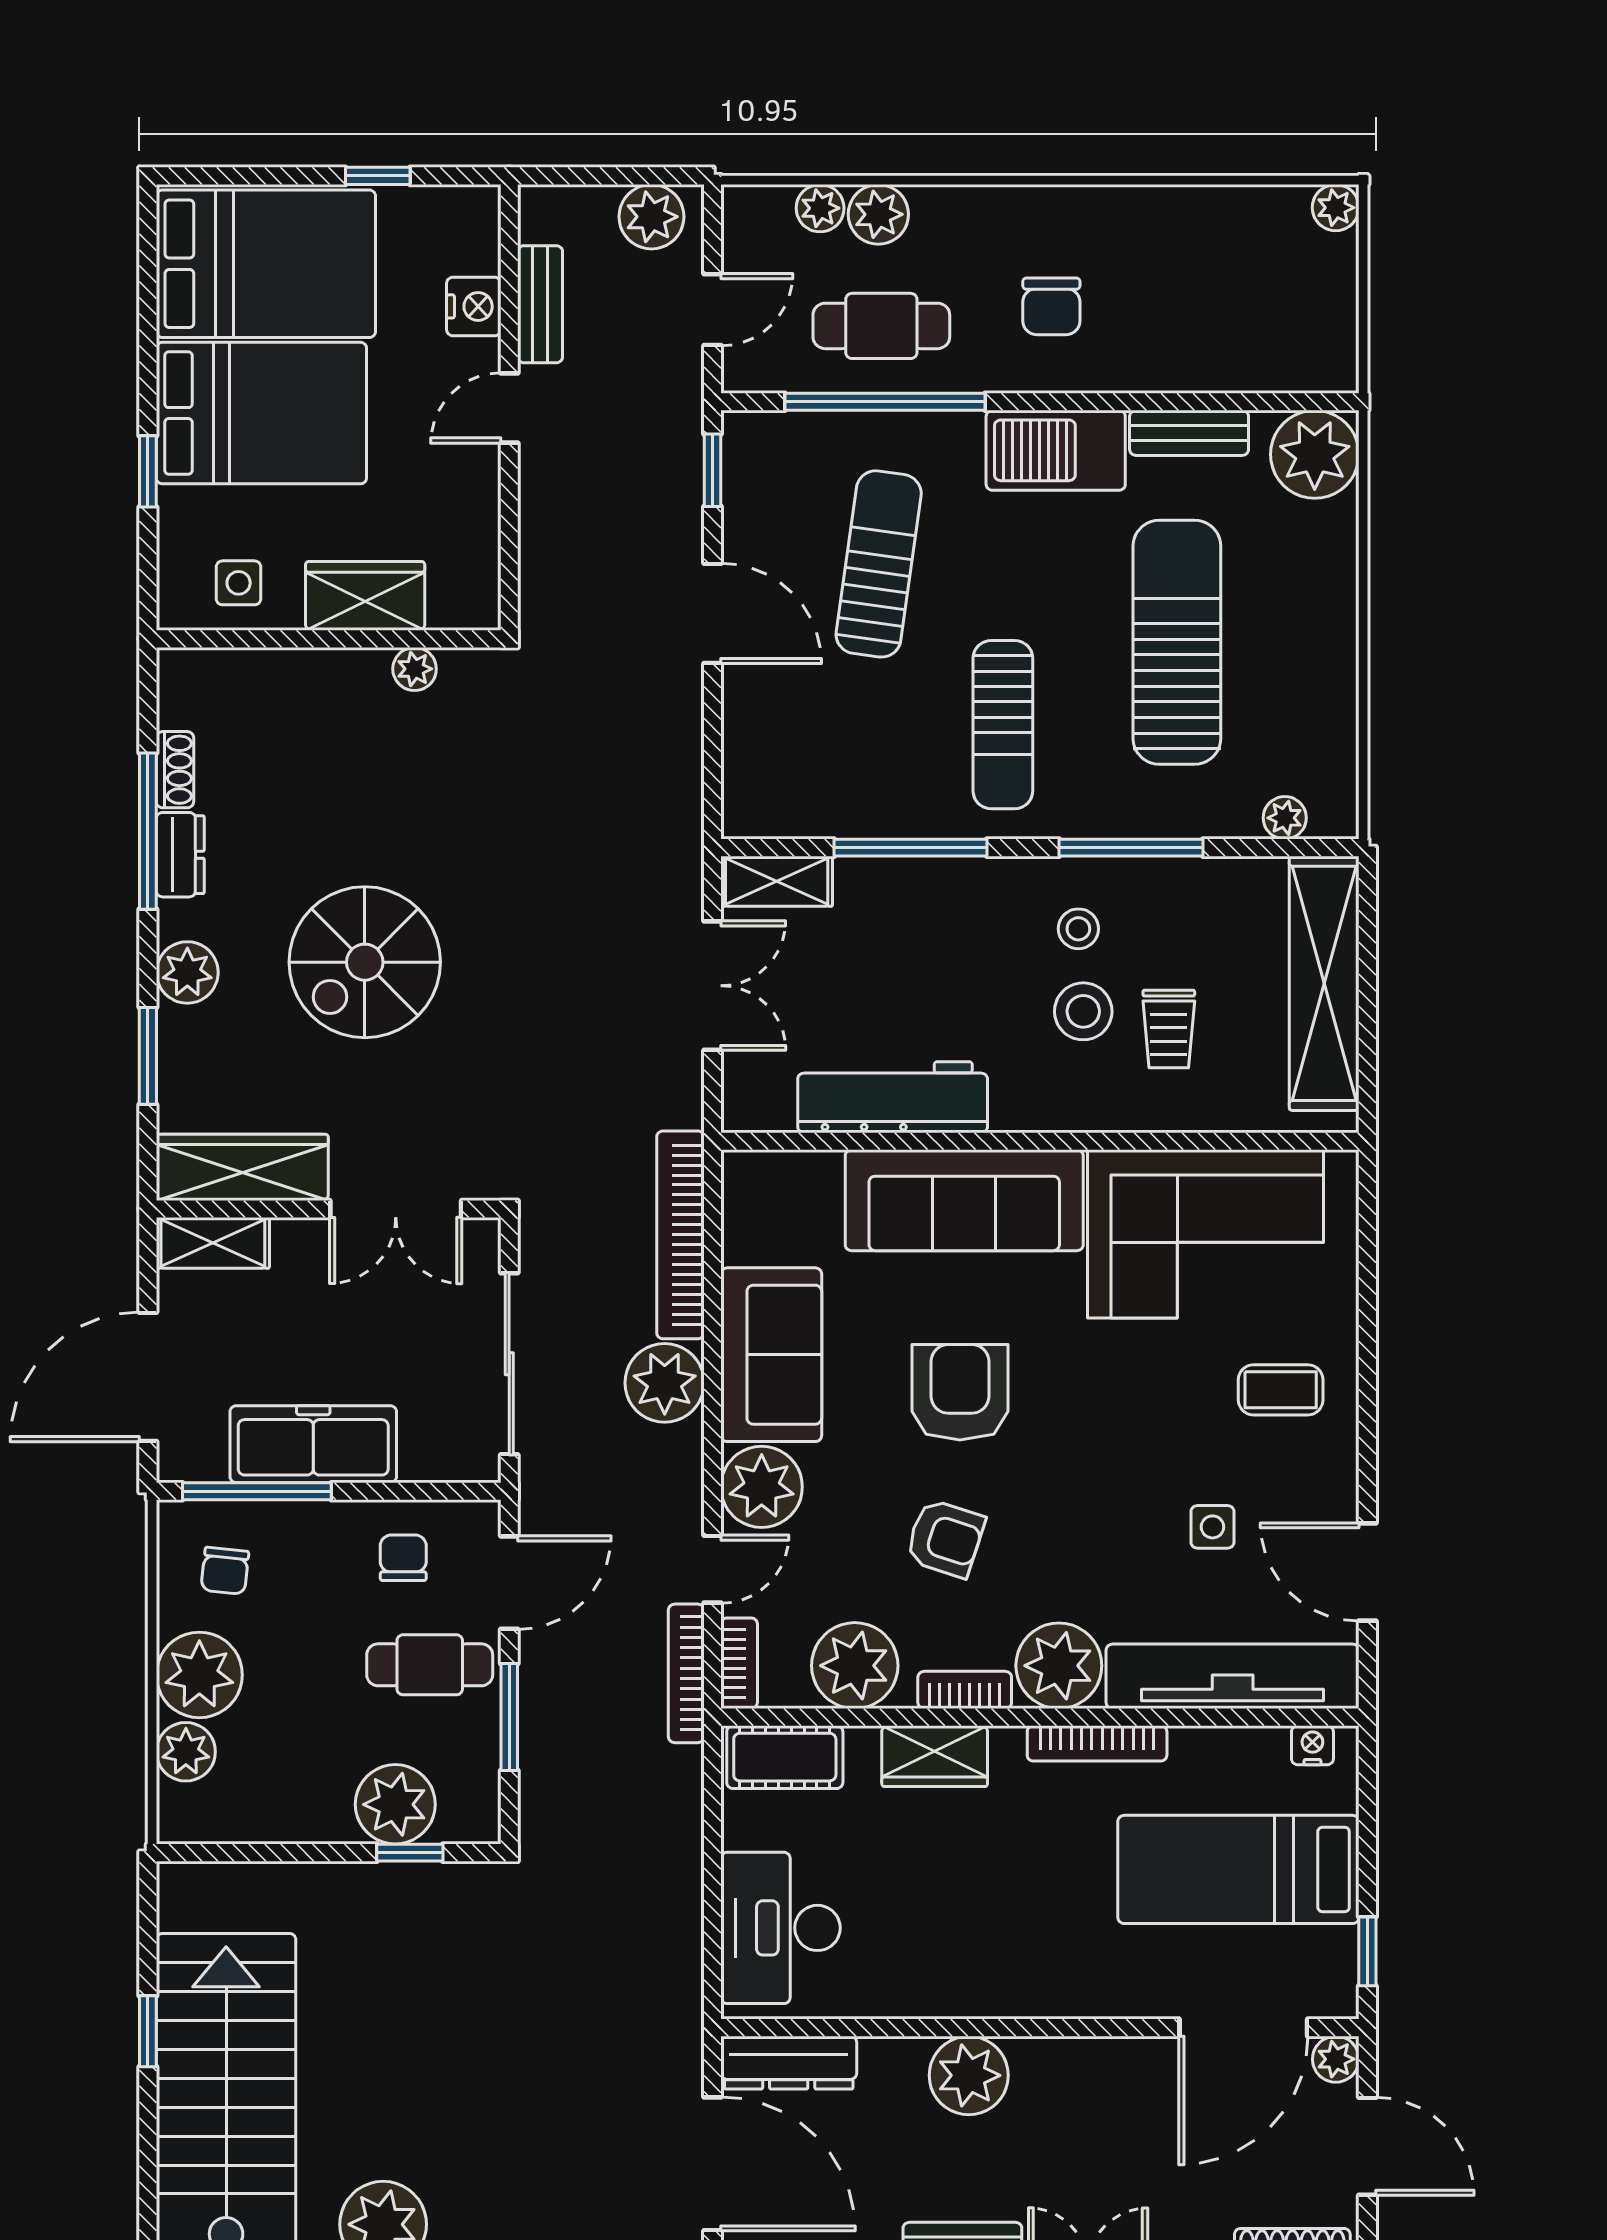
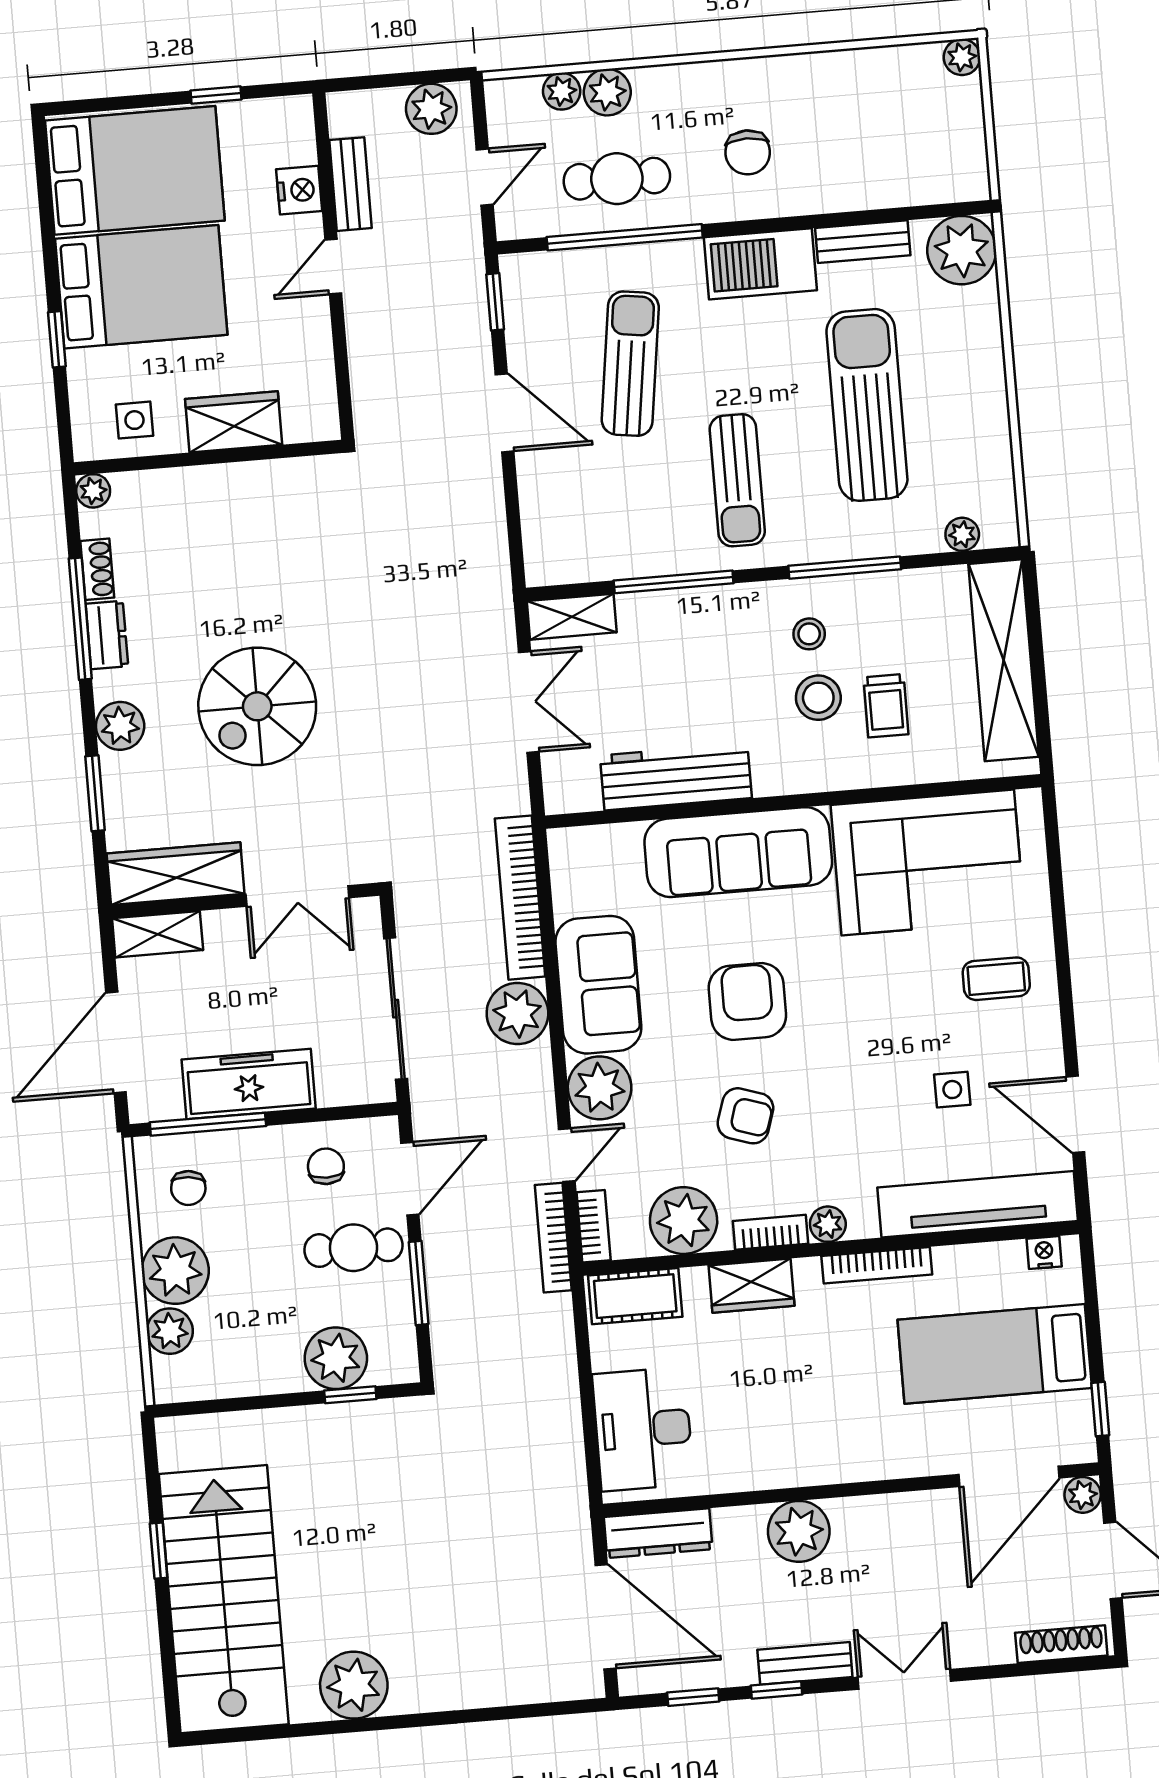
plant: (415, 669) -> (93, 491), moved
plant: (1059, 1666) -> (828, 1224), width x0.53, depth x0.53

